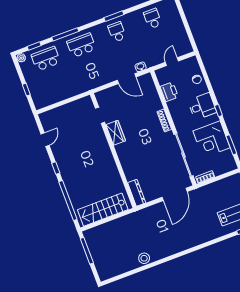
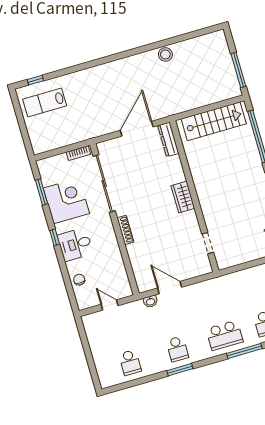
door: (172, 62) -> (110, 305), swing flipped
printer: (169, 92) -> (116, 266), removed
wardrobe: (116, 133) -> (183, 197), moved
door: (175, 194) -> (137, 129), moved

